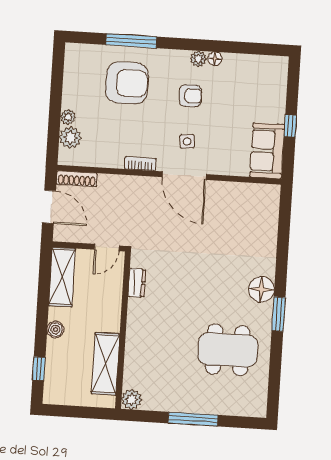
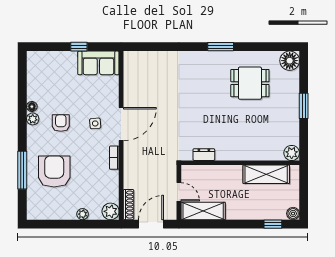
plant: (70, 137) -> (111, 211), moved
door: (107, 248) -> (179, 192), moved
floor lamp: (261, 289) -> (290, 61), moved
boiler: (55, 330) -> (293, 214), moved
dining table: (228, 350) -> (250, 83), width x0.73
window: (193, 419) -> (304, 106), width x0.69

